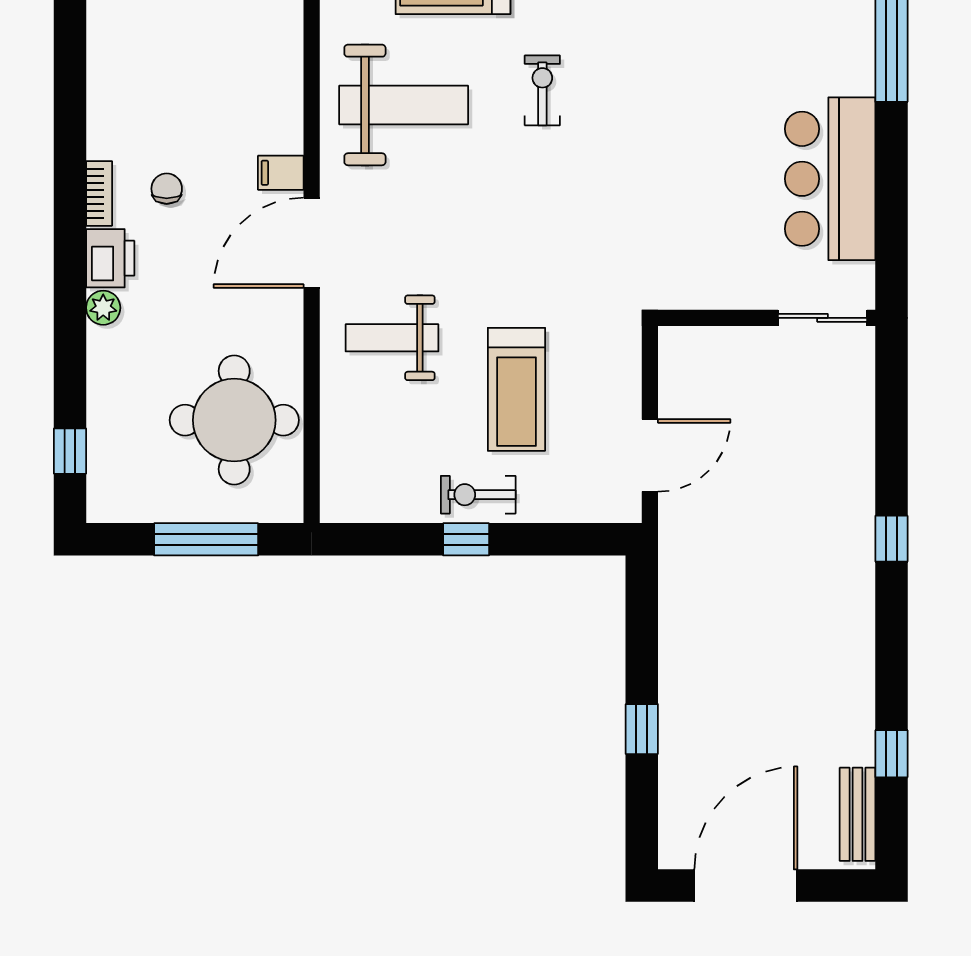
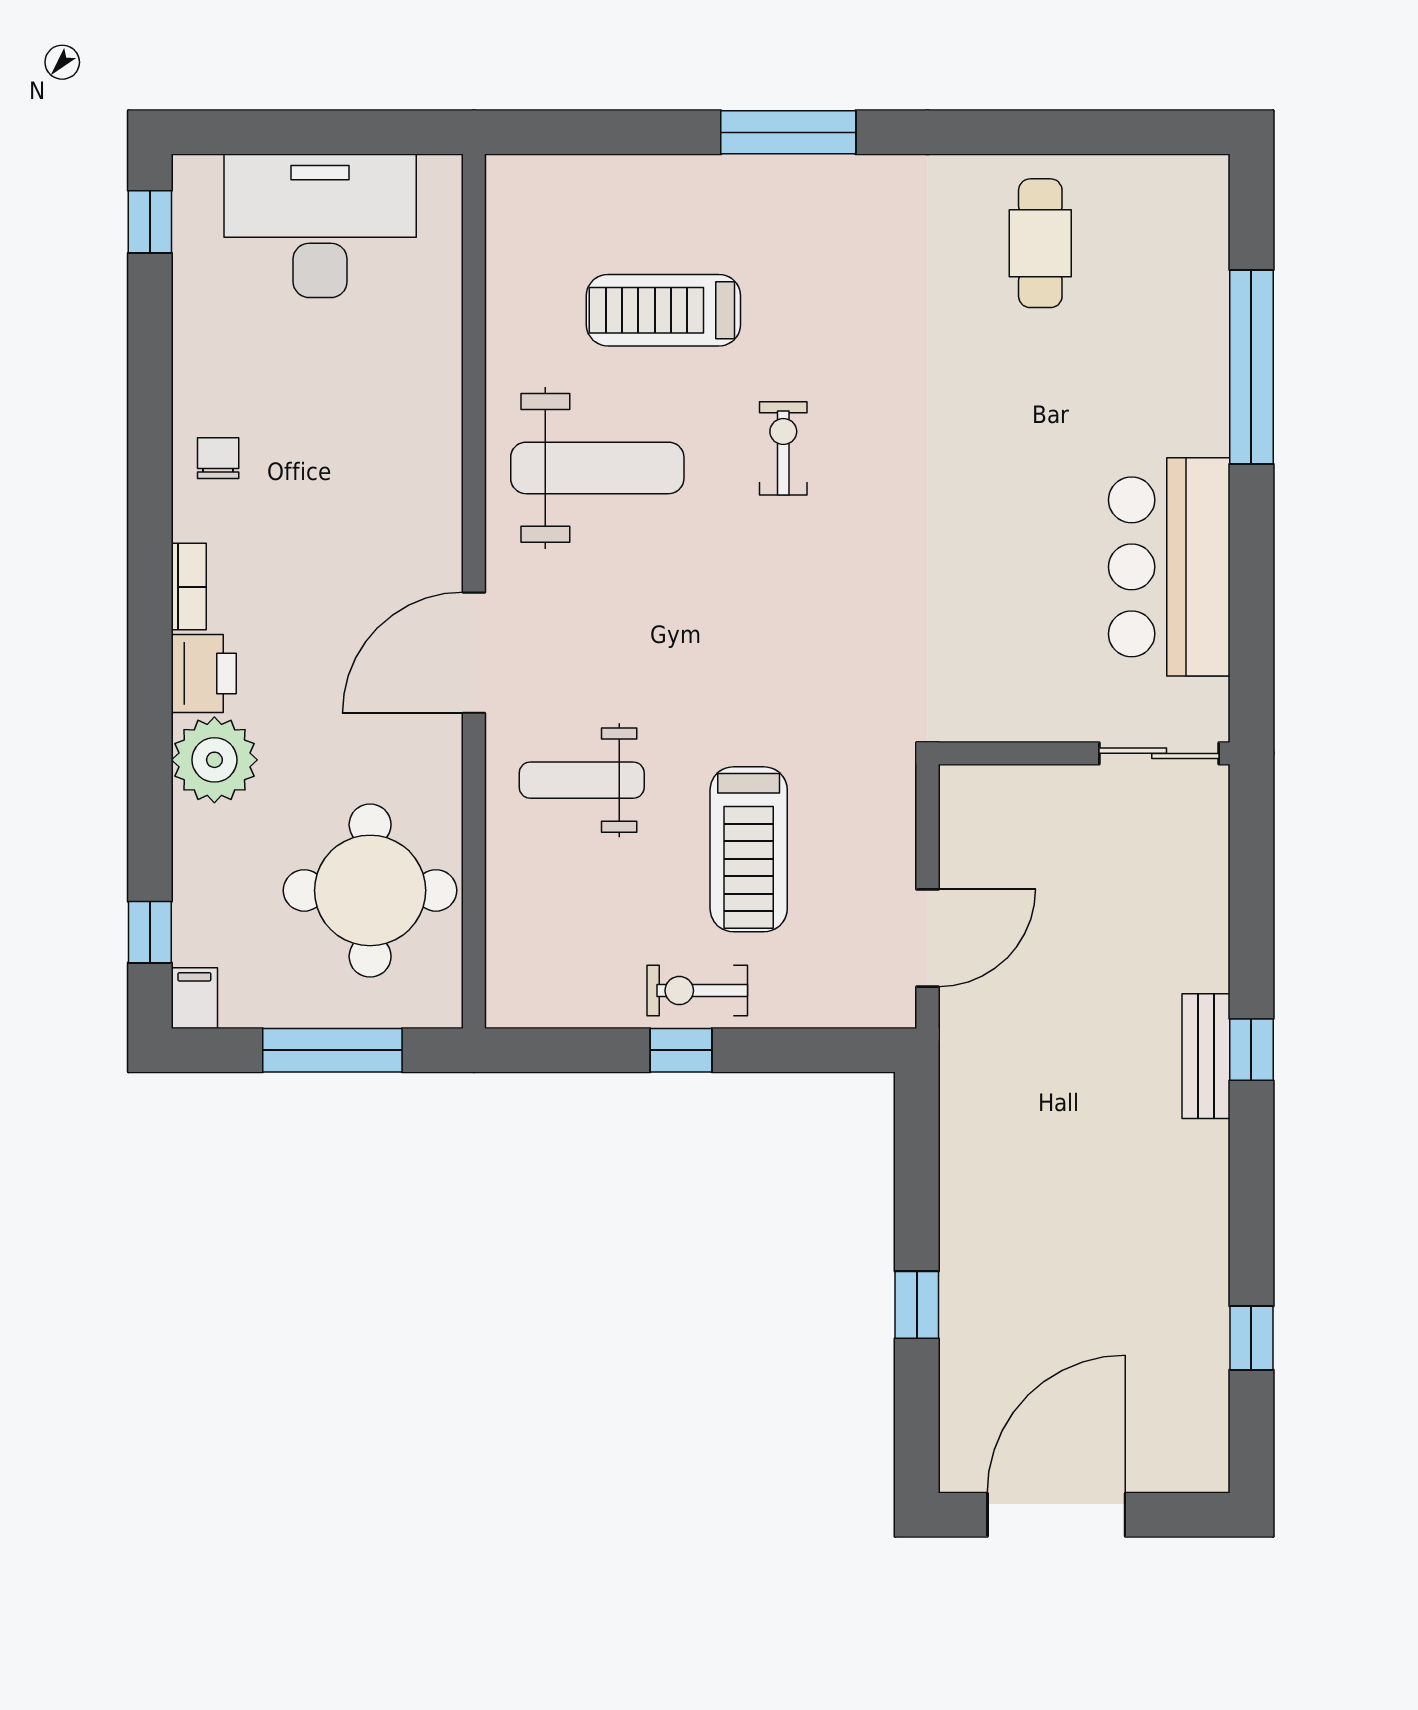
filing cabinet: (281, 173) -> (194, 998), moved, turned 90
chair: (167, 189) -> (218, 458), moved
plant: (103, 308) -> (214, 760), width x1.87, depth x1.87
bench: (857, 814) -> (1206, 1056), moved

